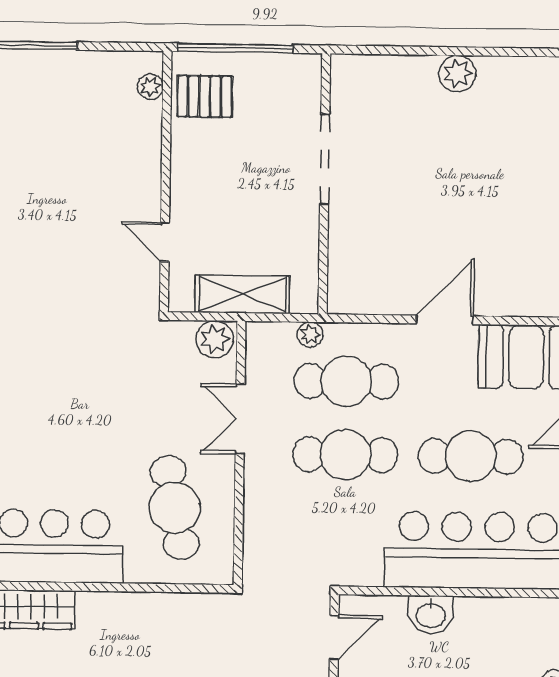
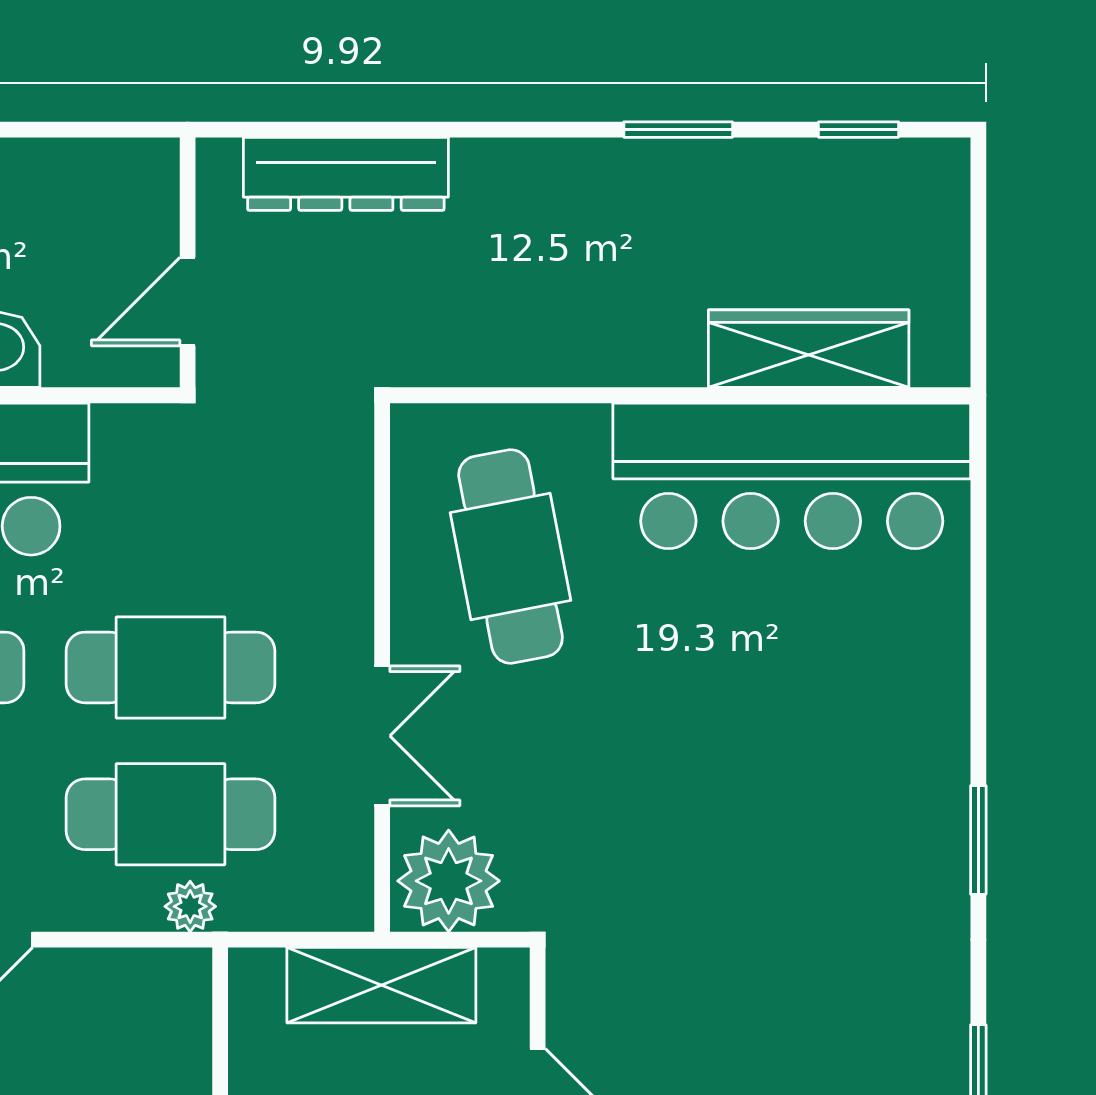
plant: (310, 335) -> (190, 906), moved
plant: (215, 339) -> (449, 881), width x1.36, depth x1.36

